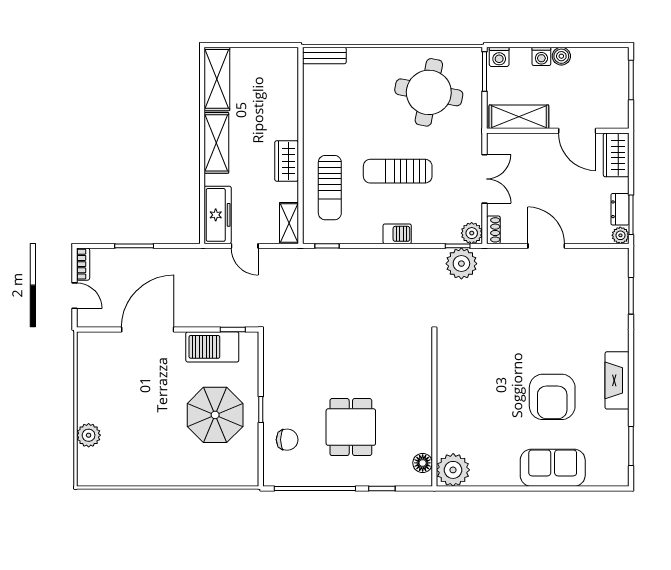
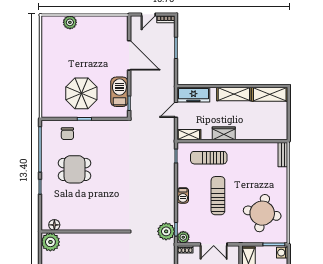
wall: (434, 409) -> (85, 231), moved
floor lamp: (423, 463) -> (54, 225), moved
plant: (453, 470) -> (50, 242), moved

